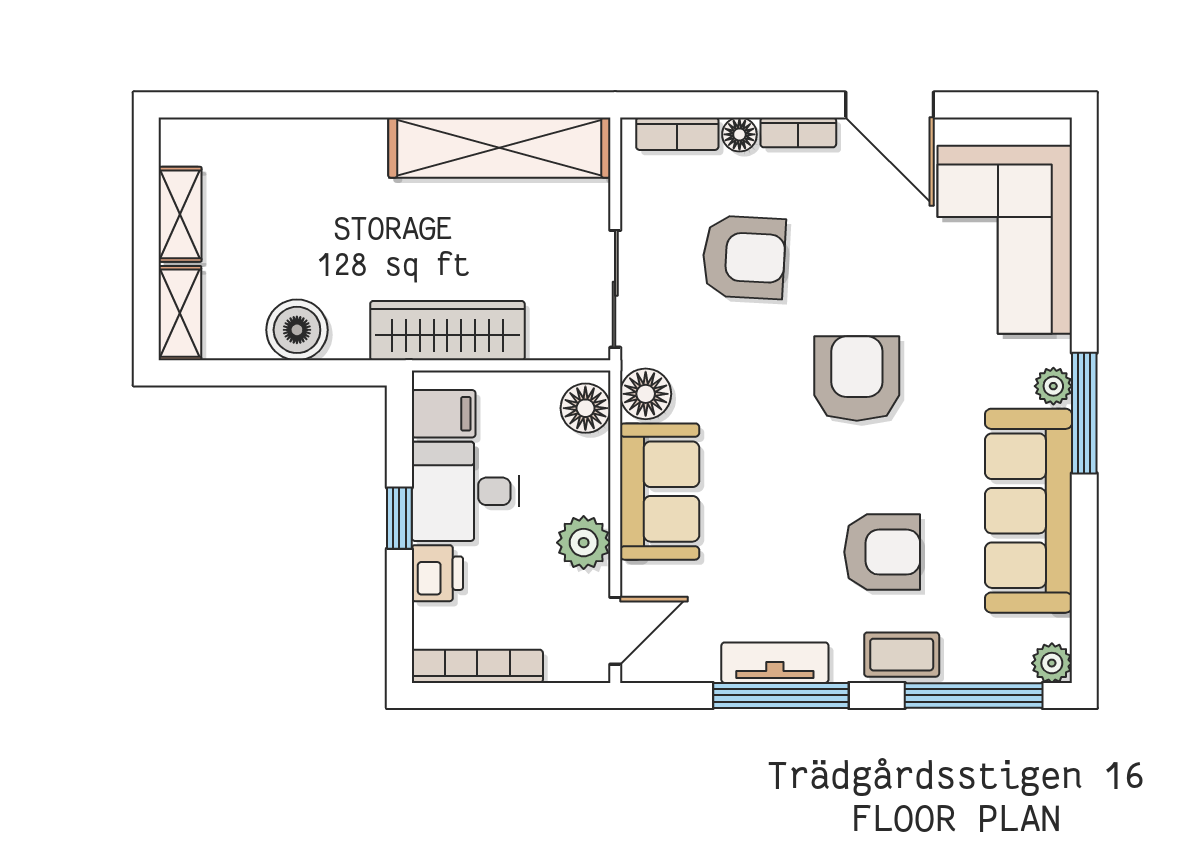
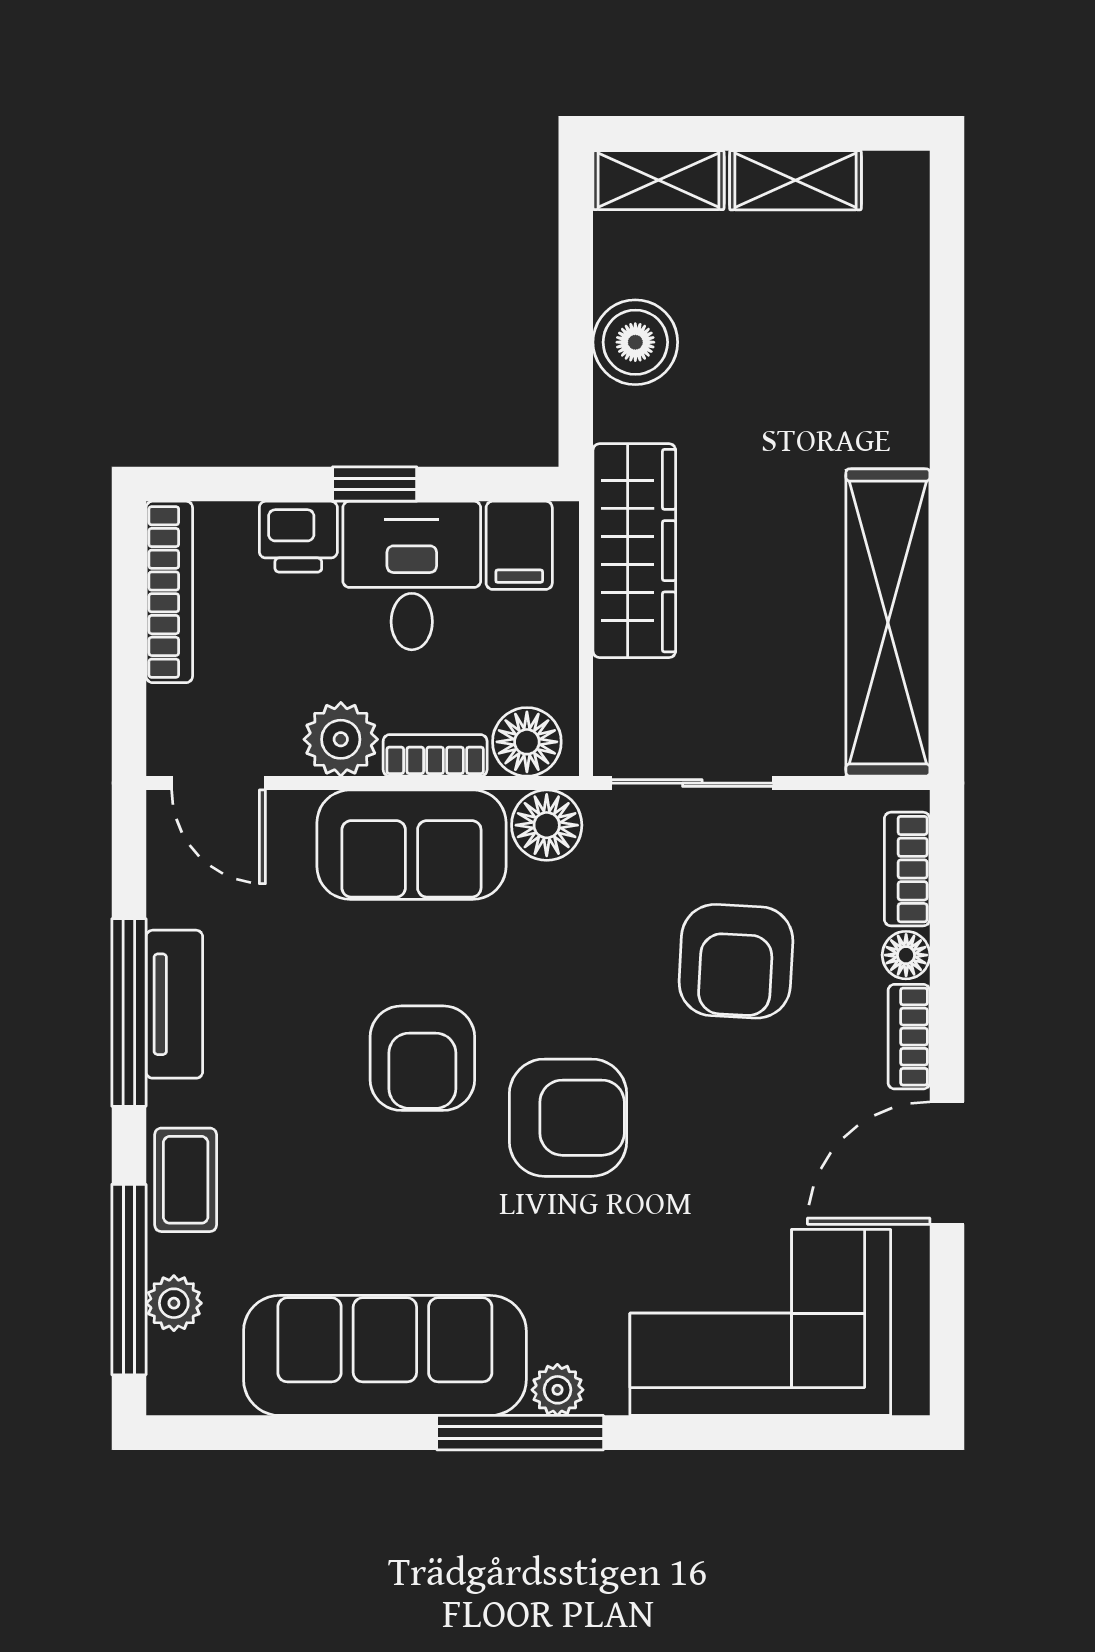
bookcase: (595, 474) -> (435, 755), added
armchair: (882, 552) -> (422, 1058), moved
plant: (1052, 663) -> (174, 1303), moved

